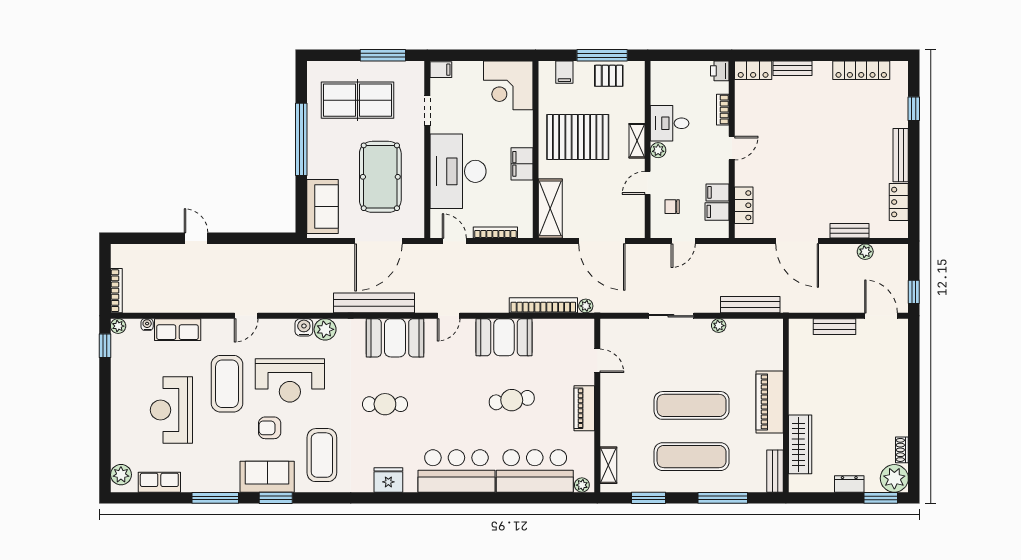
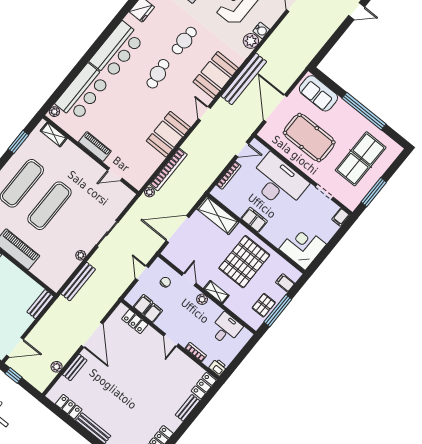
desk: (670, 123) -> (226, 329), moved
door: (797, 241) -> (92, 335), swing flipped
bench: (835, 327) -> (40, 304), moved
cafe table: (512, 400) -> (158, 74), moved

